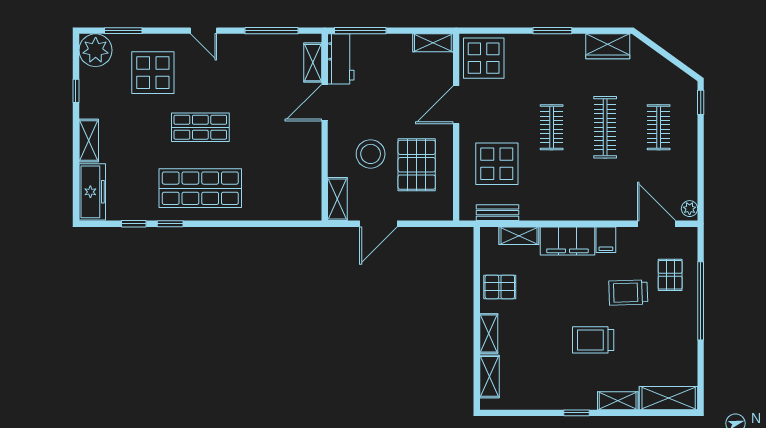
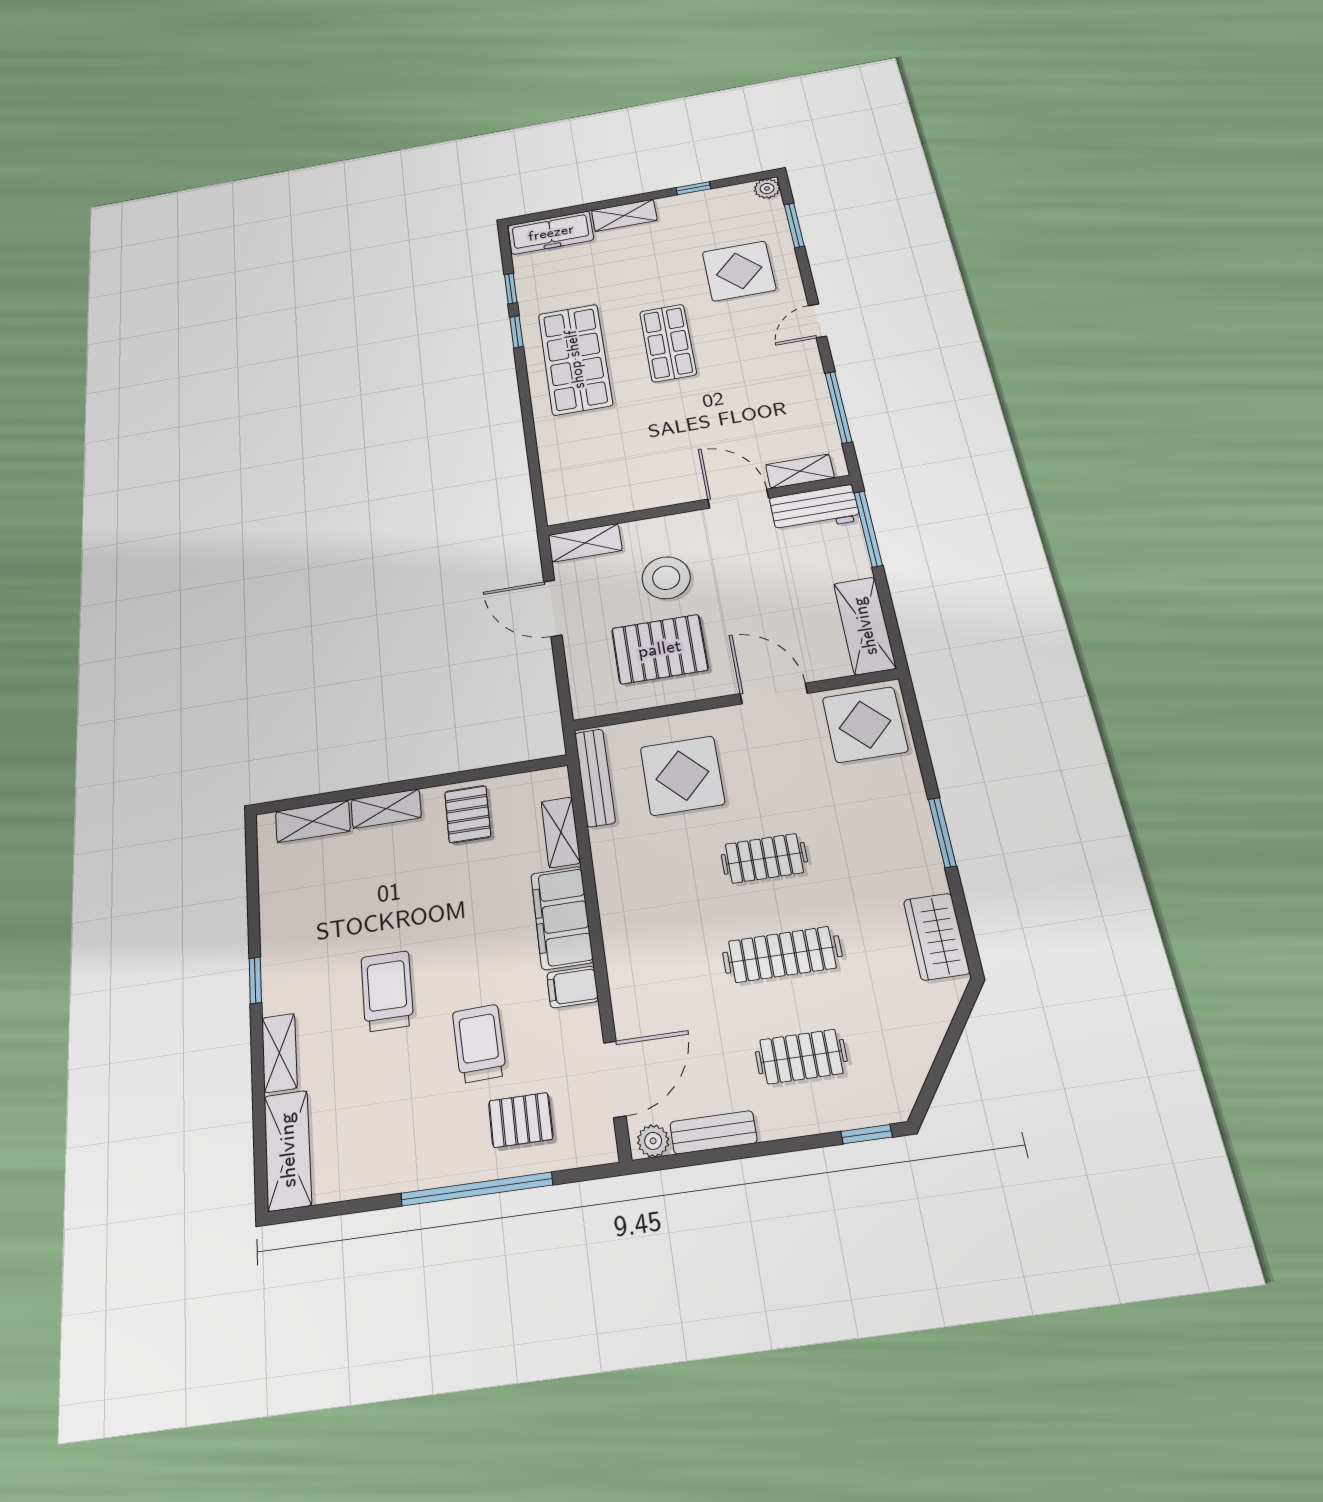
shelving: (433, 43) -> (865, 626), width x1.50, depth x1.33
plant: (96, 50) -> (767, 188), width x0.53, depth x0.53
bench: (690, 178) -> (713, 1132), added
bench: (498, 213) -> (595, 778), width x1.36

